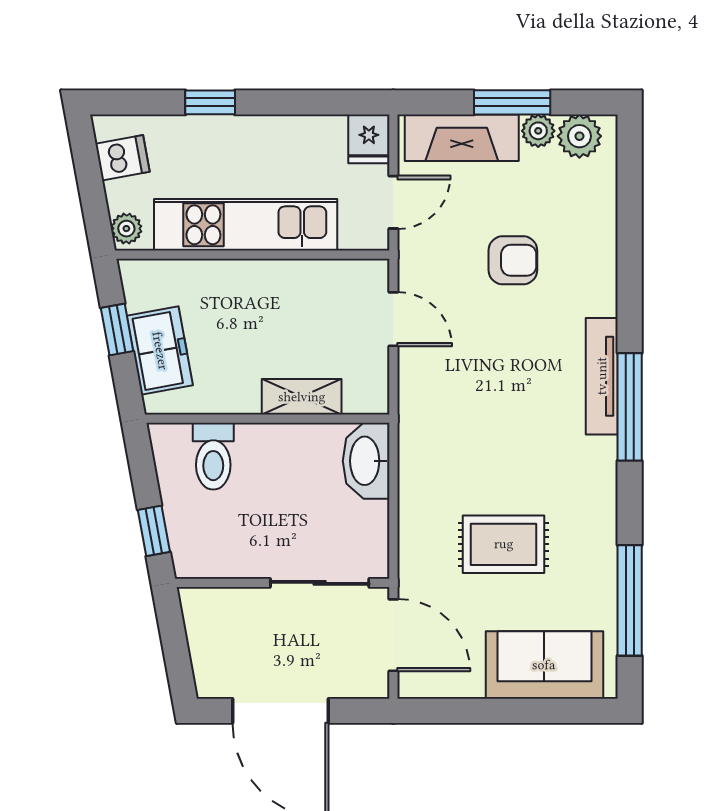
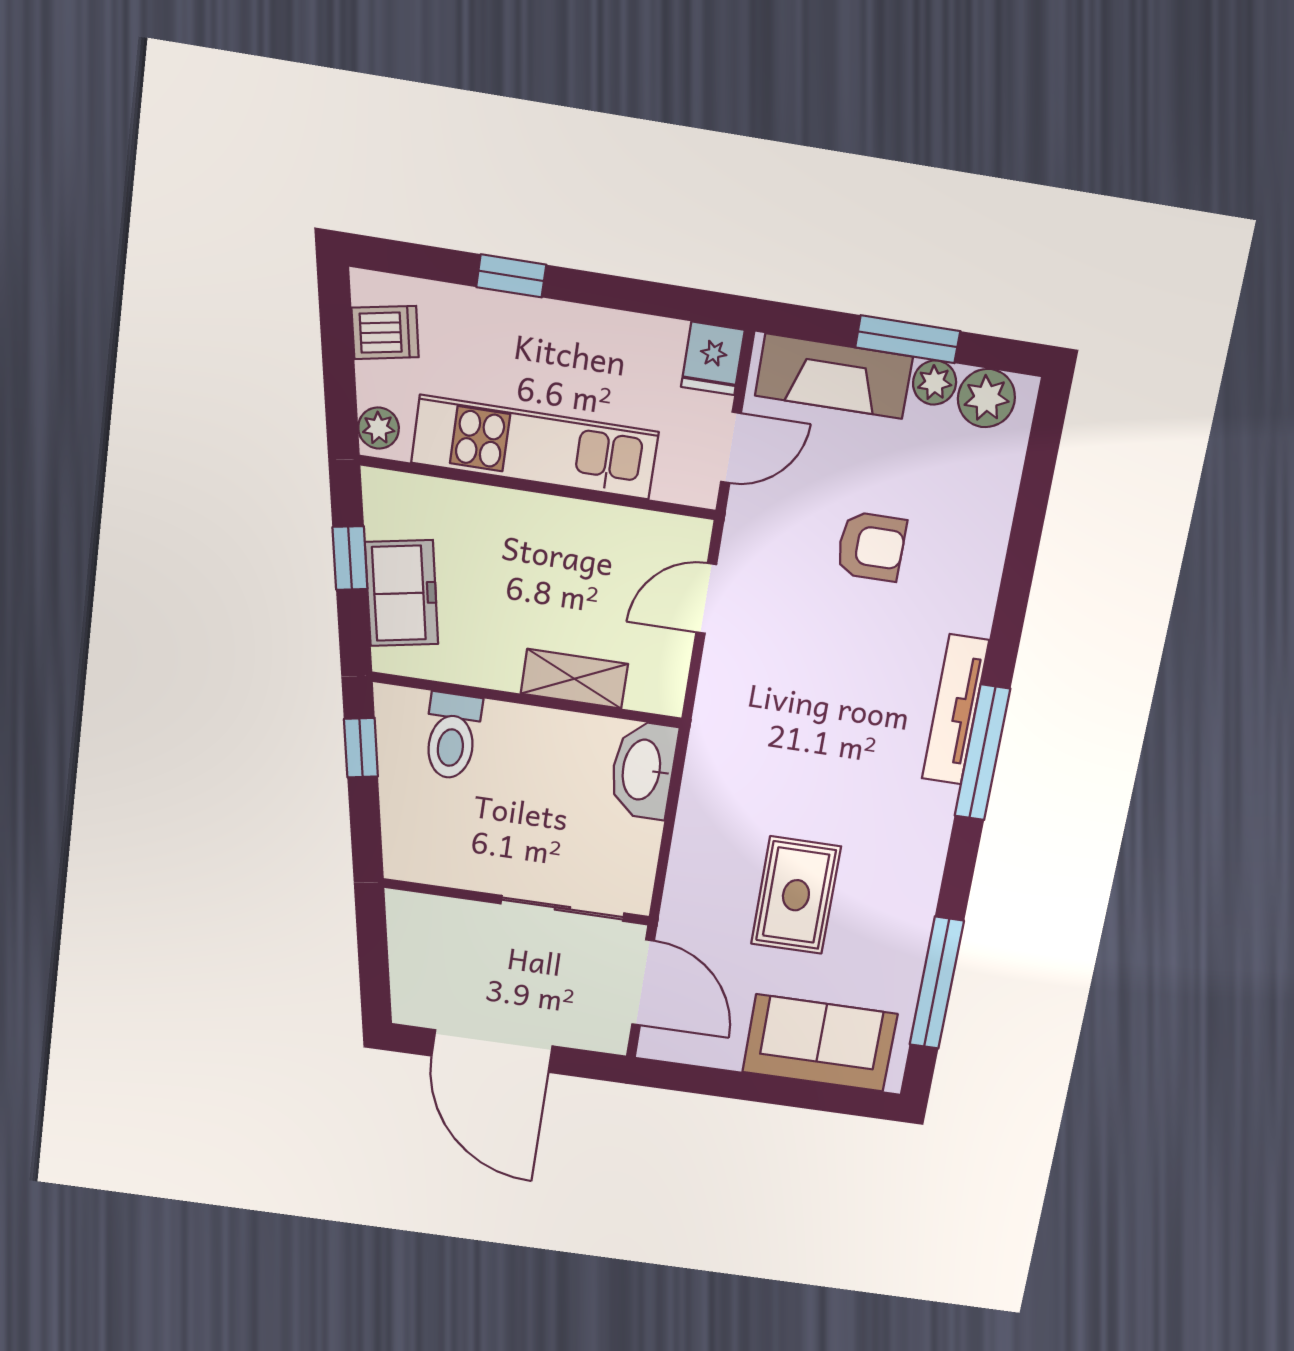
door: (393, 319) -> (706, 598), swing flipped
window: (154, 531) -> (361, 748), moved
rug: (504, 544) -> (796, 895), turned 90

